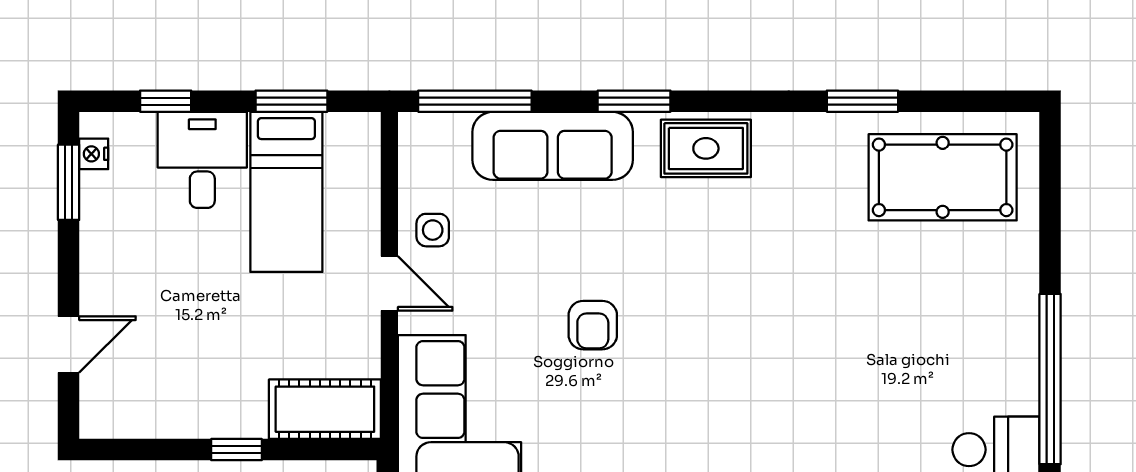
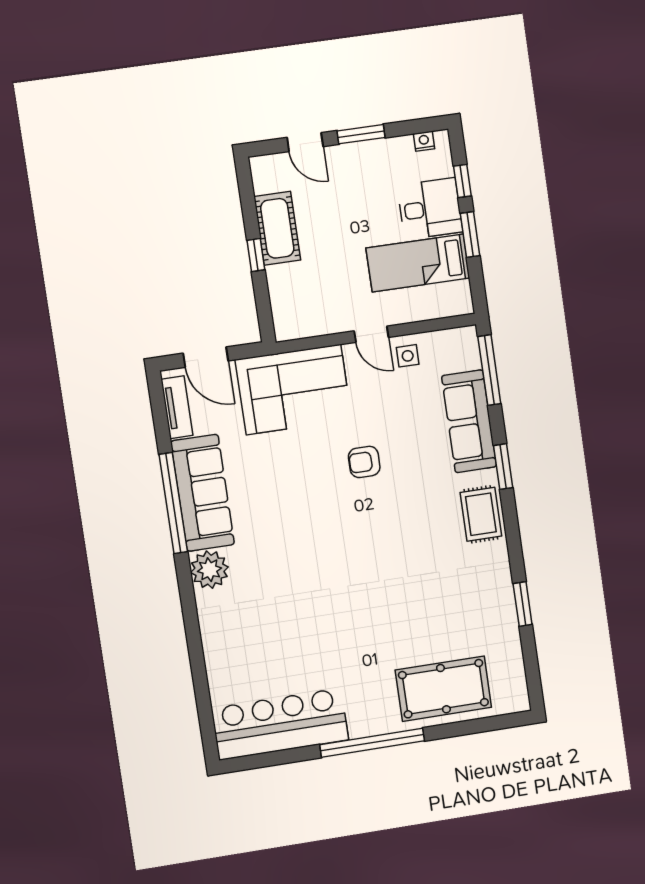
window: (291, 101) -> (470, 234), moved
pool table: (943, 177) -> (443, 689), moved, turned 90
window: (69, 182) -> (361, 134), moved
door: (389, 283) -> (371, 334), hinge flipped
cot: (325, 409) -> (277, 228), moved

